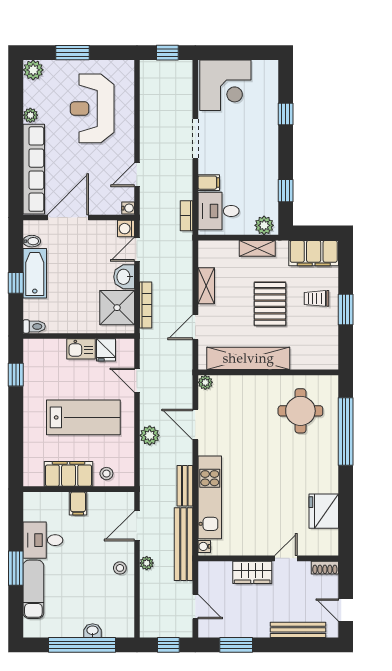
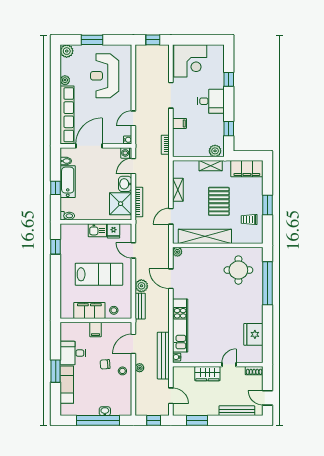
desk: (219, 211) -> (211, 101), moved, turned 180
trolley: (317, 298) -> (249, 219), moved
bench: (185, 486) -> (140, 306), moved
chair: (93, 558) -> (105, 364), added

